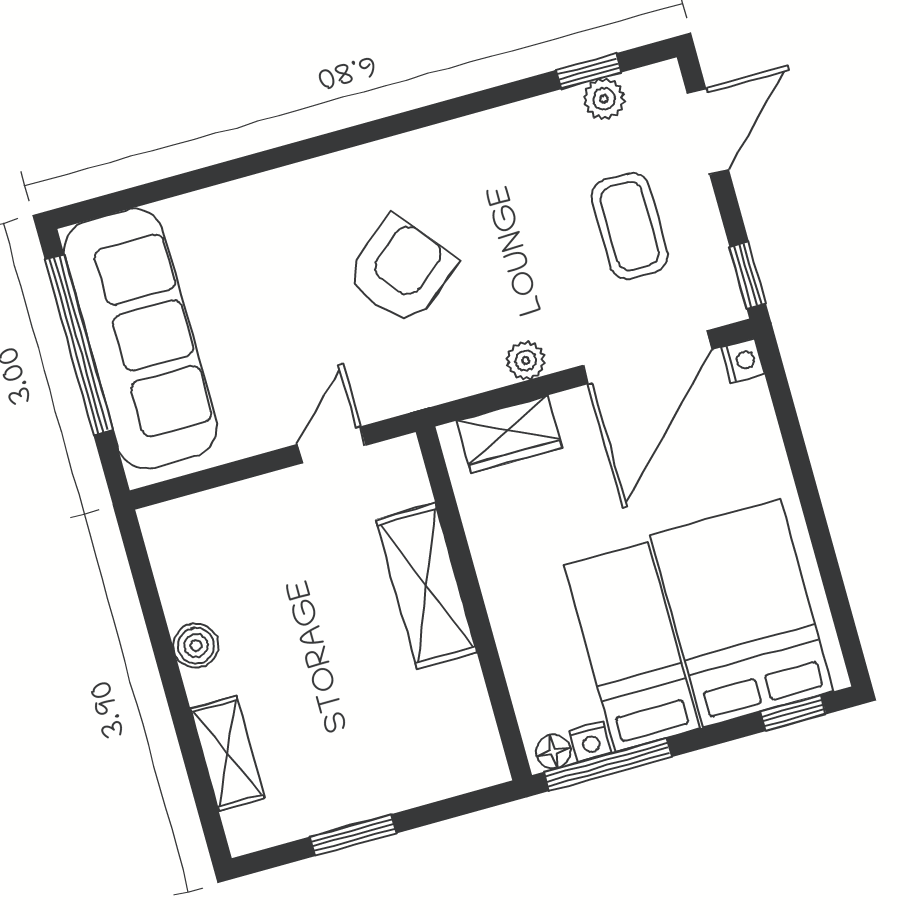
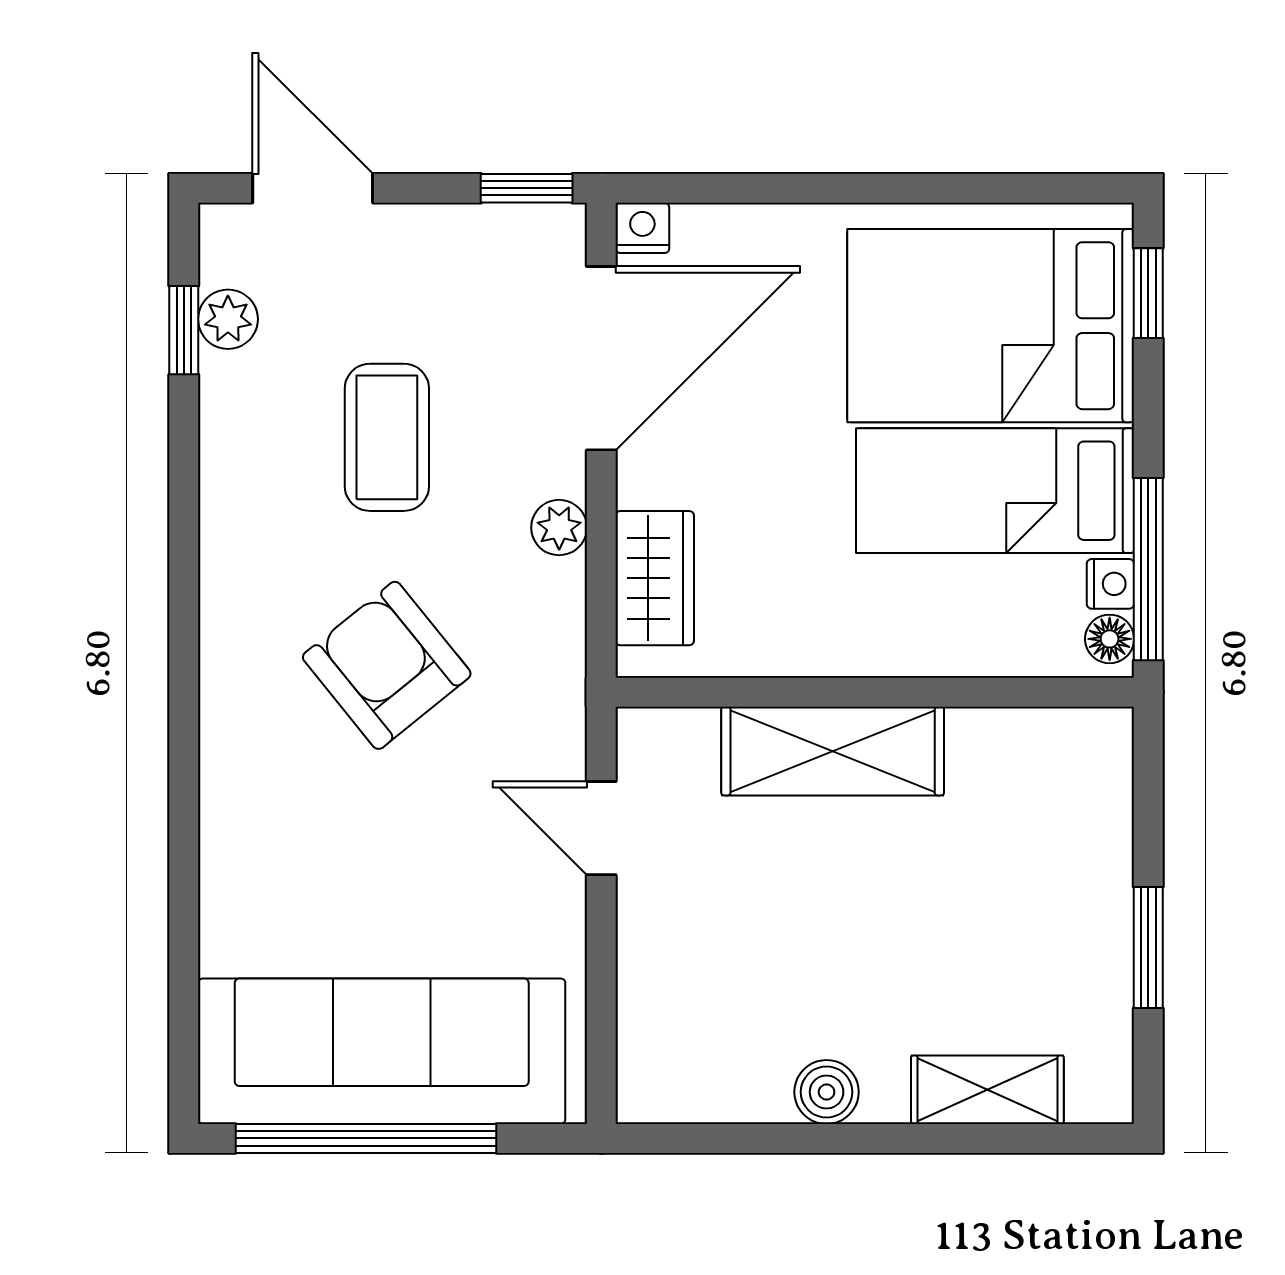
coffee table: (630, 226) -> (387, 437), moved, turned 90
door: (647, 357) -> (601, 358), hinge flipped

